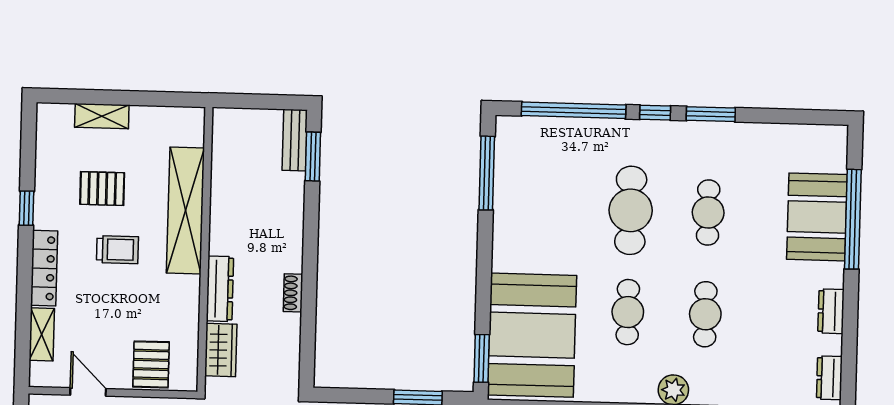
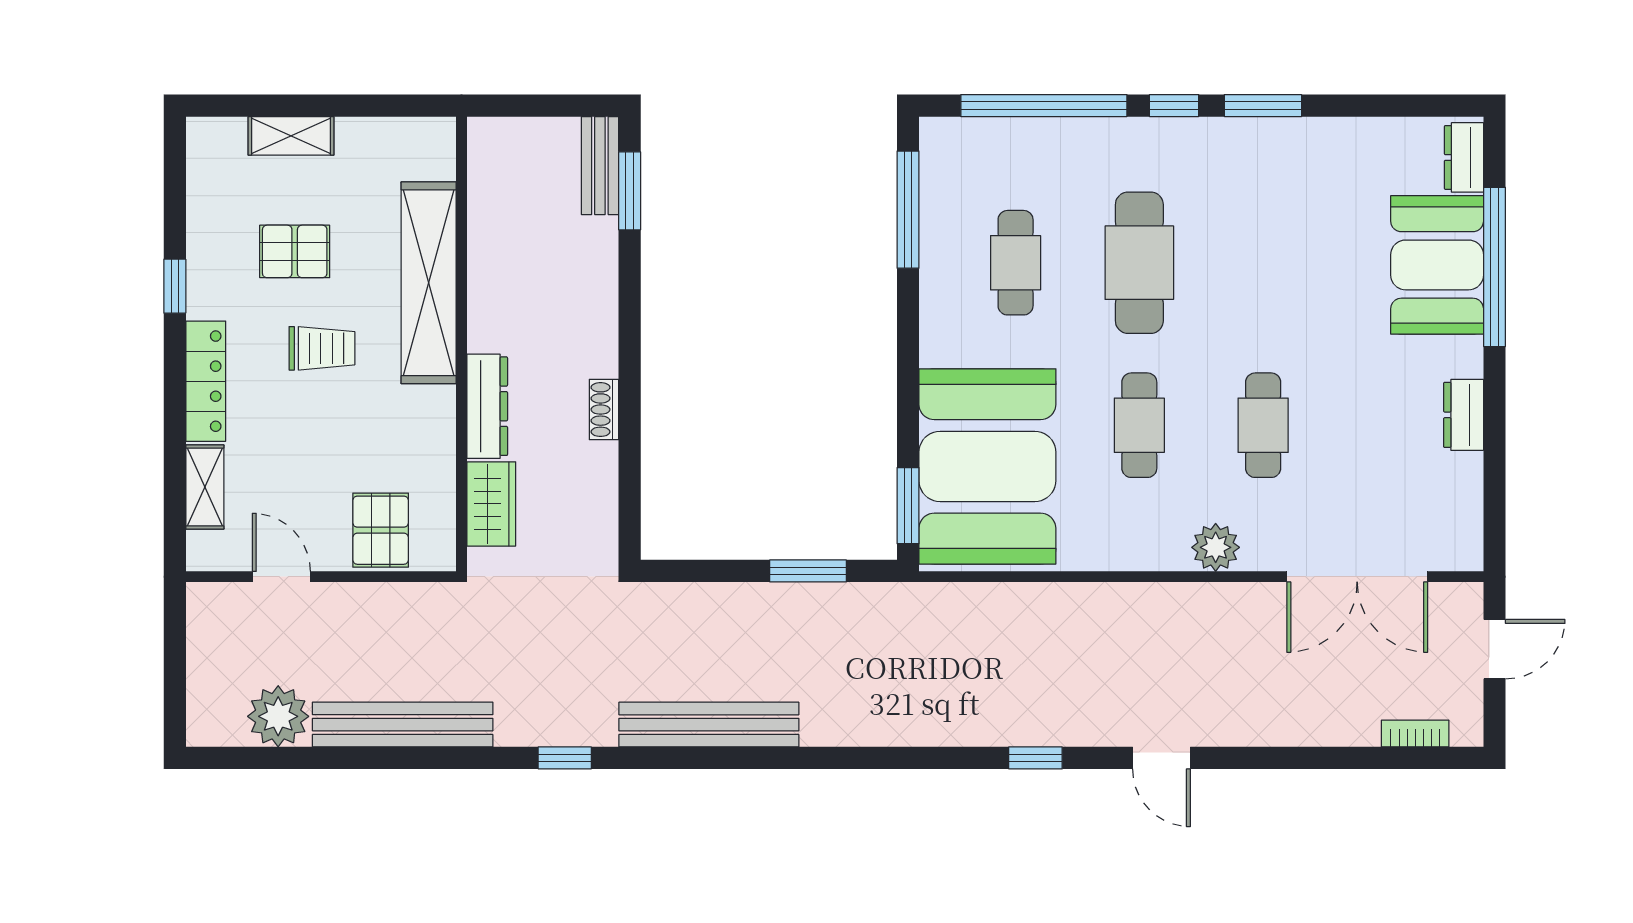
cafe table: (708, 213) -> (1016, 263), moved
dresser: (829, 378) -> (1464, 157), moved

